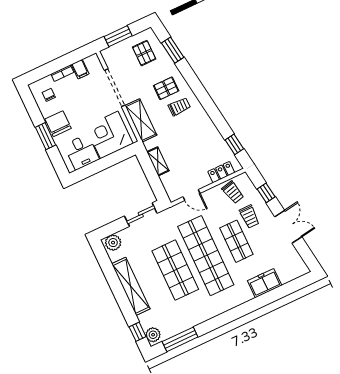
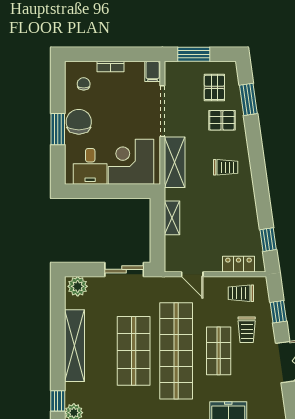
filing cabinet: (80, 69) -> (153, 71), moved
pallet: (166, 88) -> (222, 120), moved
trolley: (233, 192) -> (241, 293), turned 104

